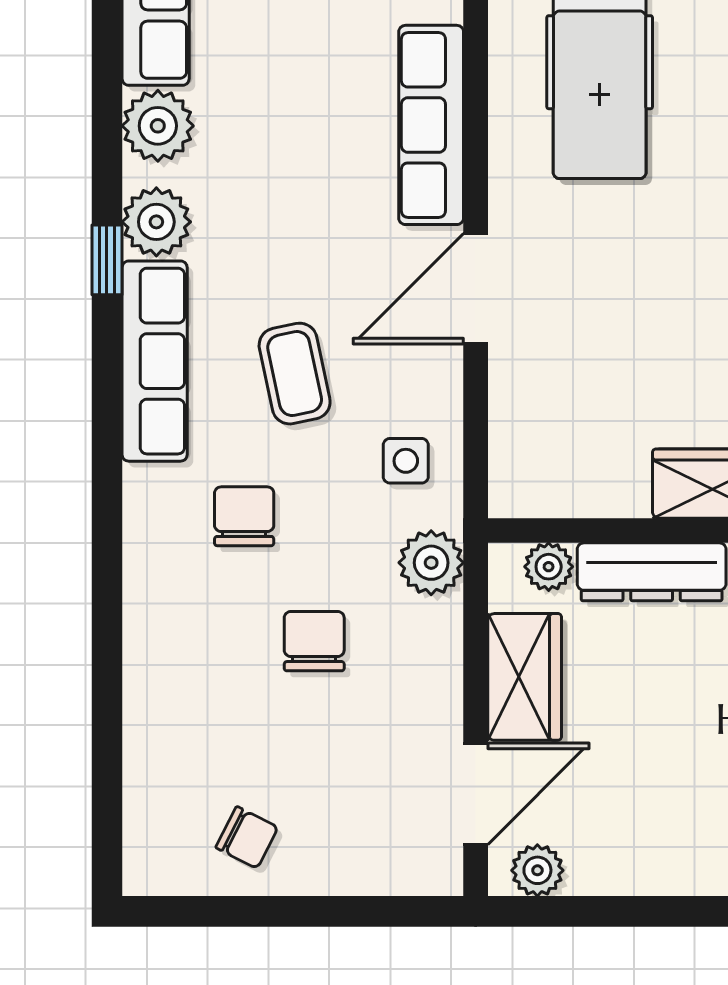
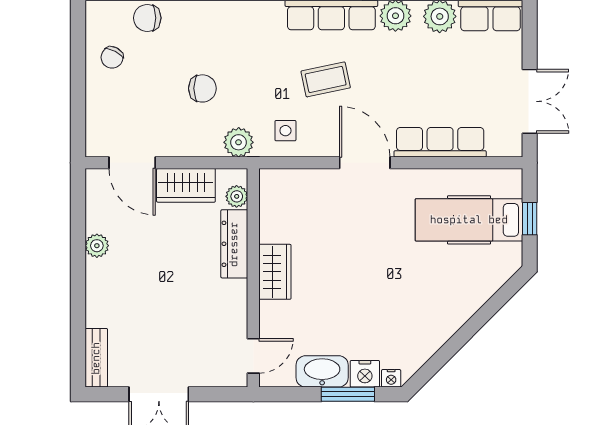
chair: (244, 516) -> (147, 18), moved, turned 180
plant: (537, 870) -> (97, 246), moved

